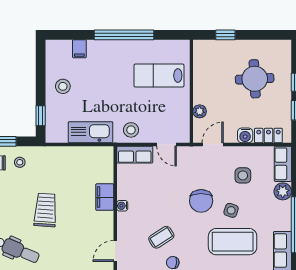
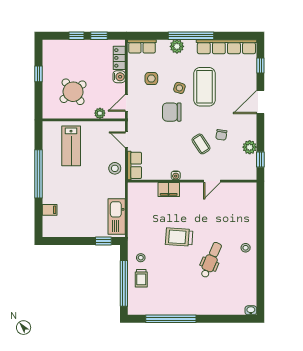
window: (225, 35) -> (38, 74), moved
round table: (255, 79) -> (73, 92), moved, turned -35
stool: (63, 86) -> (80, 223), removed
kitchen sink: (91, 132) -> (117, 216), moved
door: (167, 144) -> (126, 140), swing flipped
door: (213, 144) -> (126, 103), hinge flipped
plant: (283, 191) -> (177, 46), moved
chair: (201, 201) -> (172, 112), turned 180
door: (115, 251) -> (212, 181), hinge flipped

